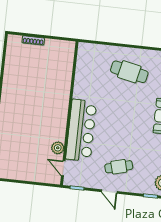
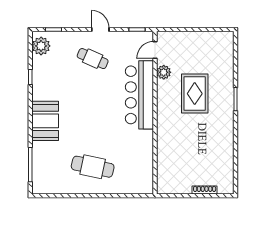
rug: (33, 126) -> (195, 94), added
cafe table: (119, 167) -> (93, 59), turned 39
door: (63, 168) -> (155, 50), swing flipped

